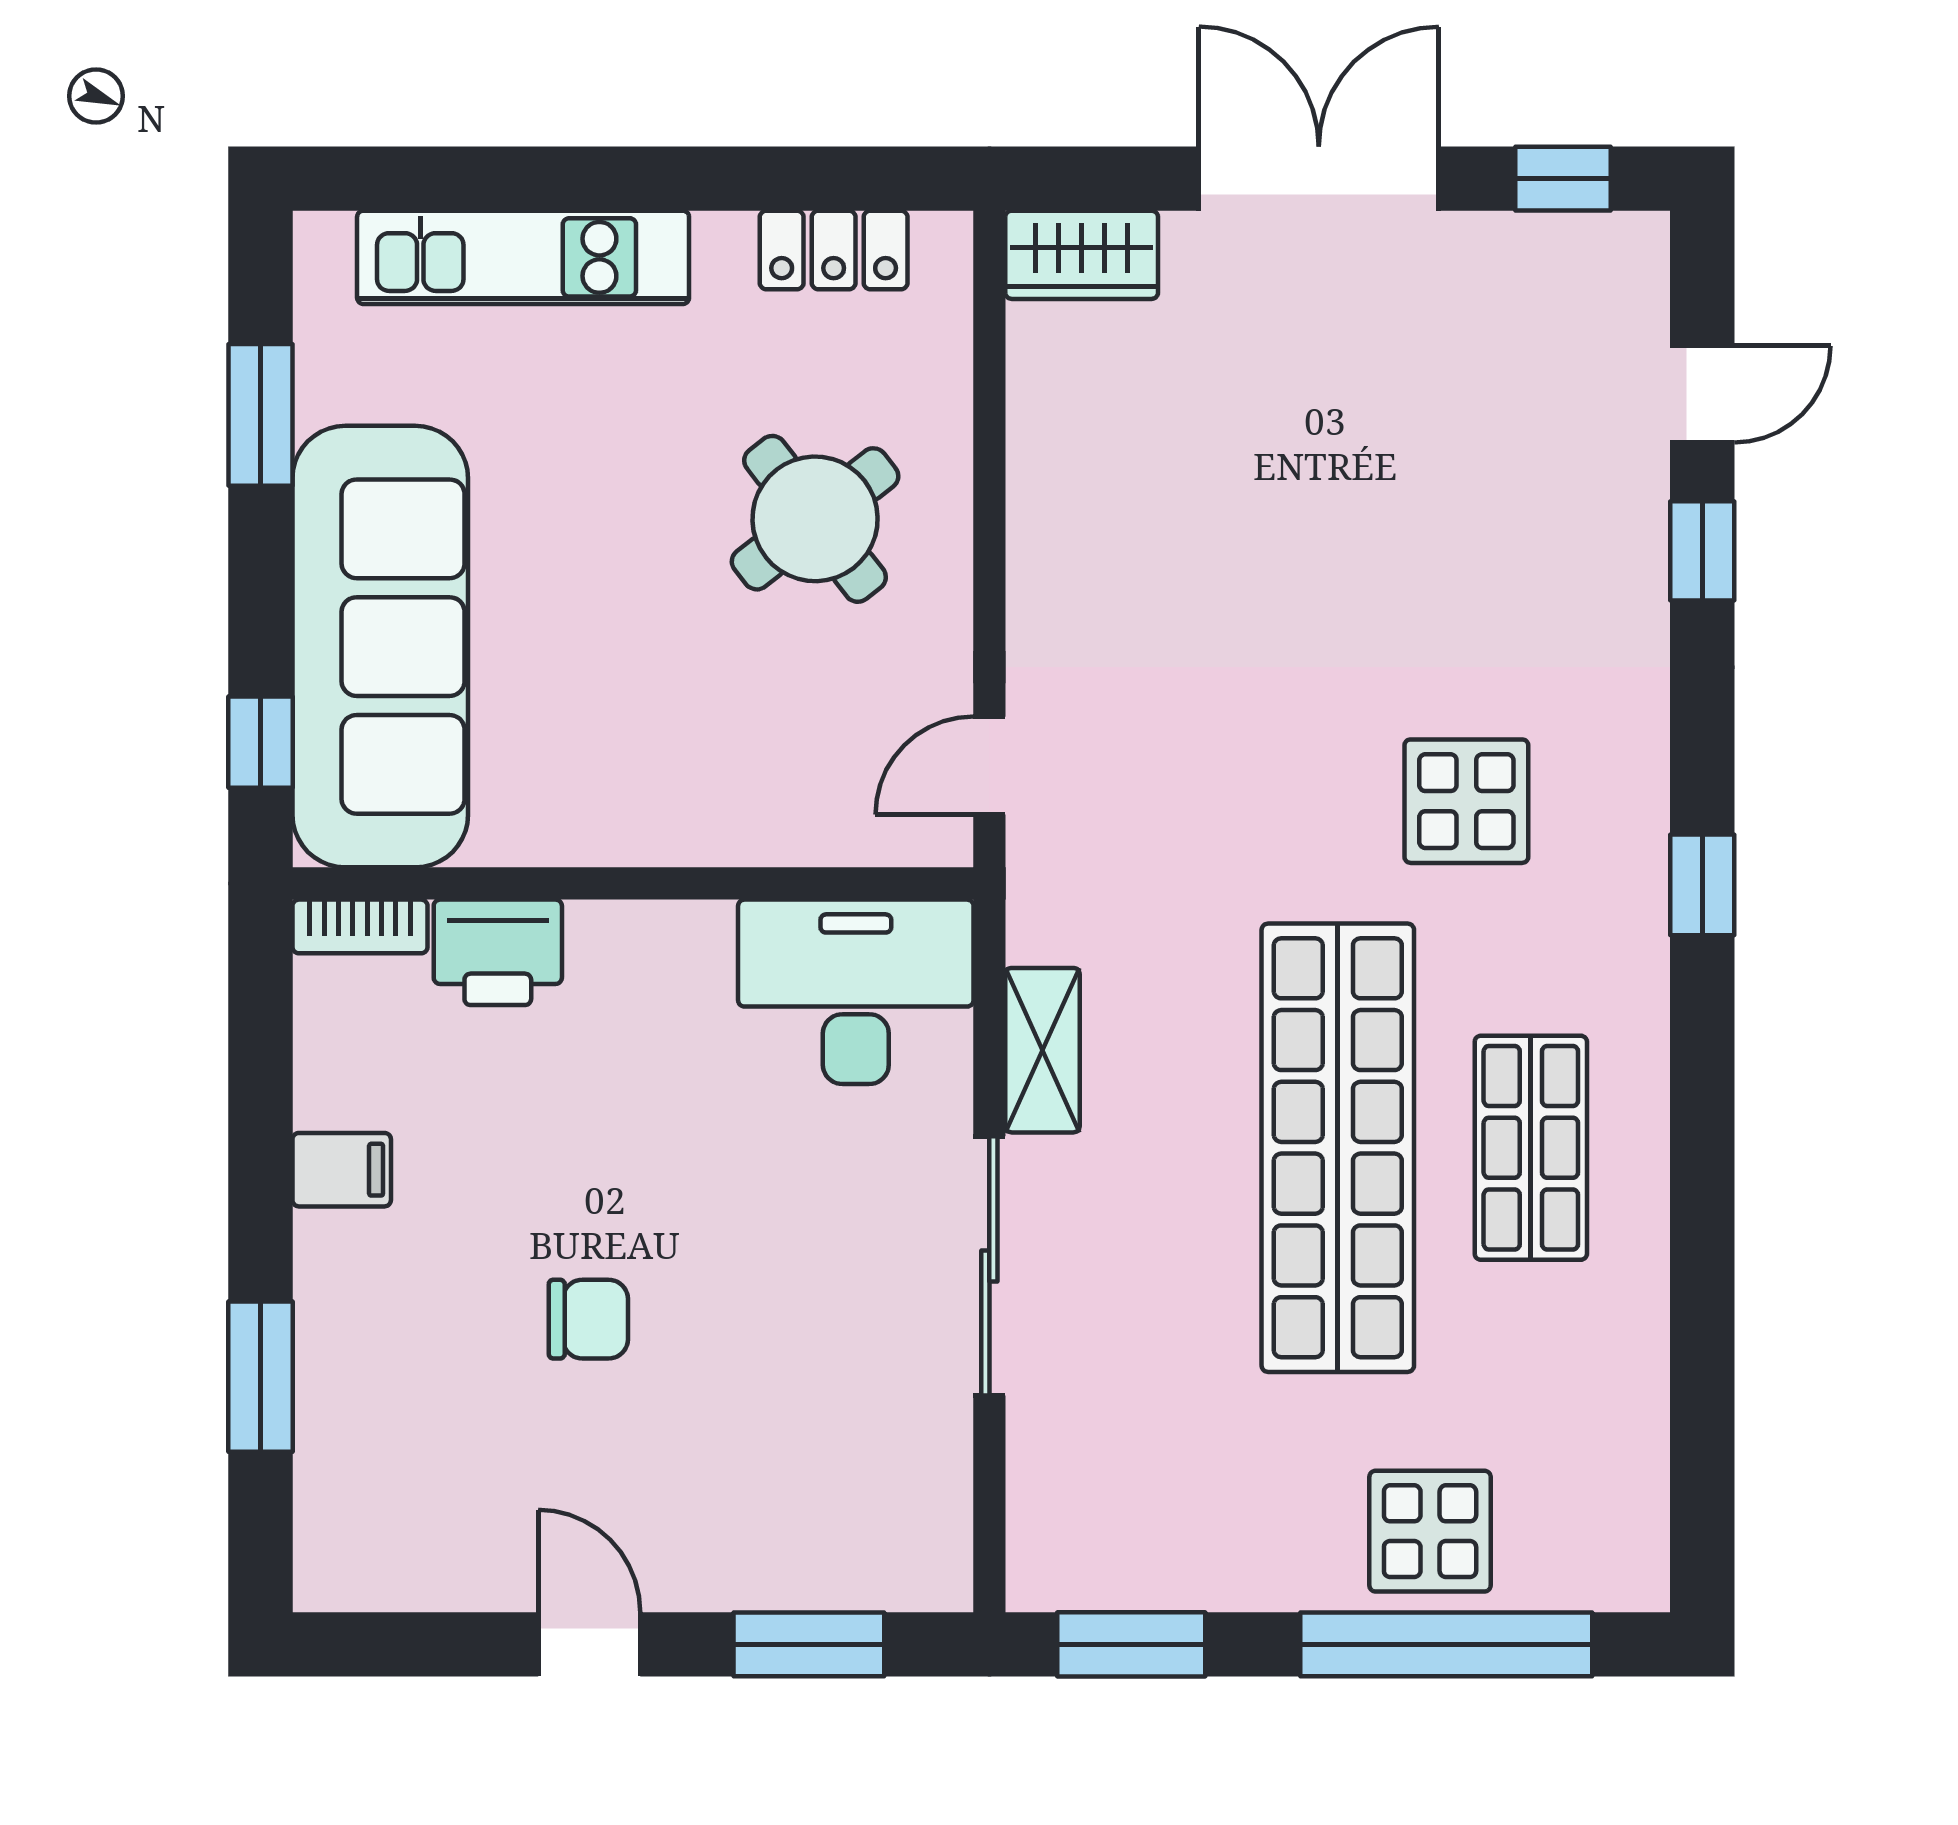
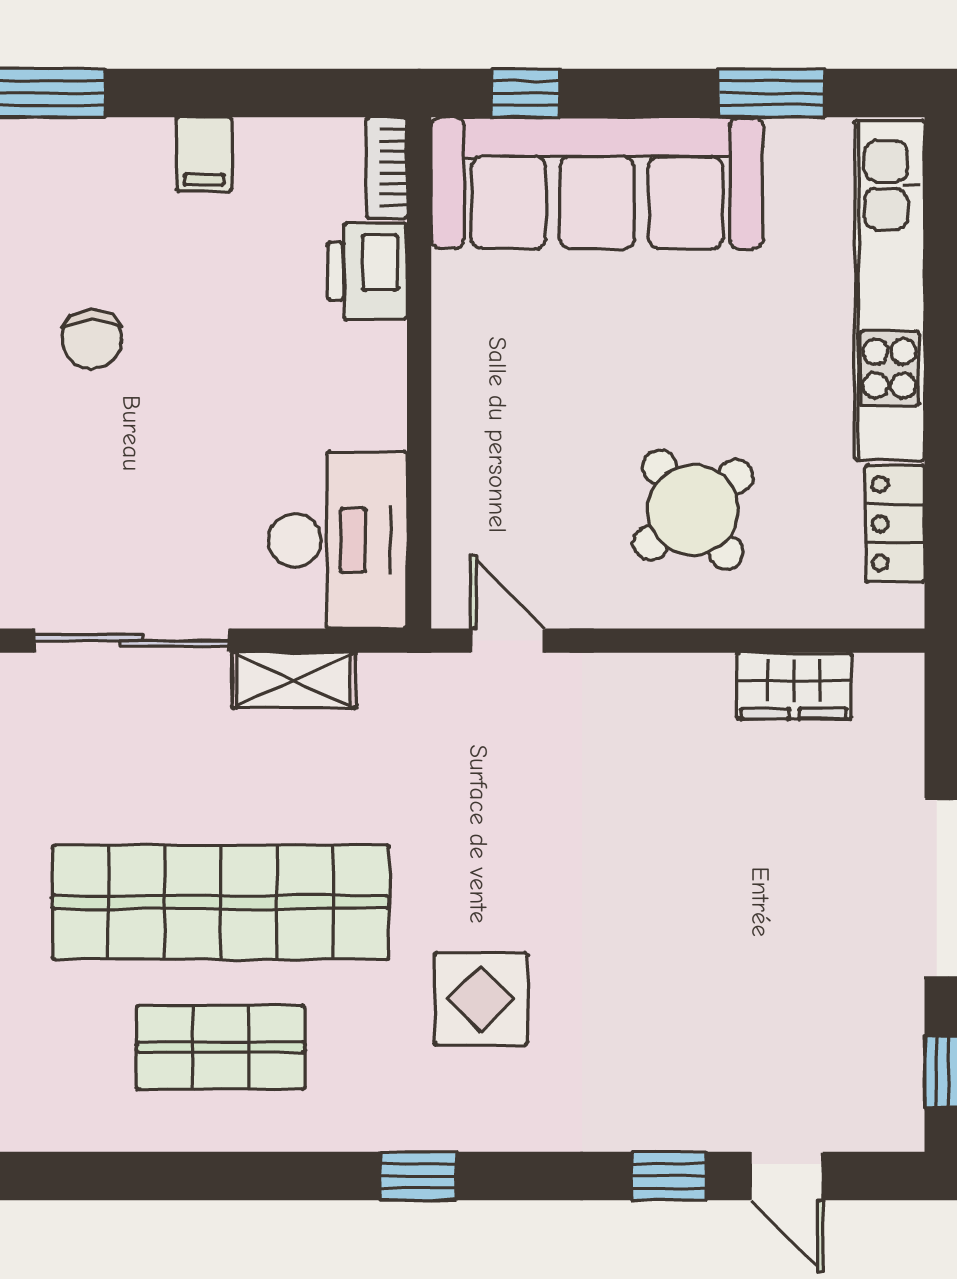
wardrobe: (1082, 255) -> (794, 686), moved, turned -90
kitchen unit: (523, 257) -> (889, 290), width x1.36

